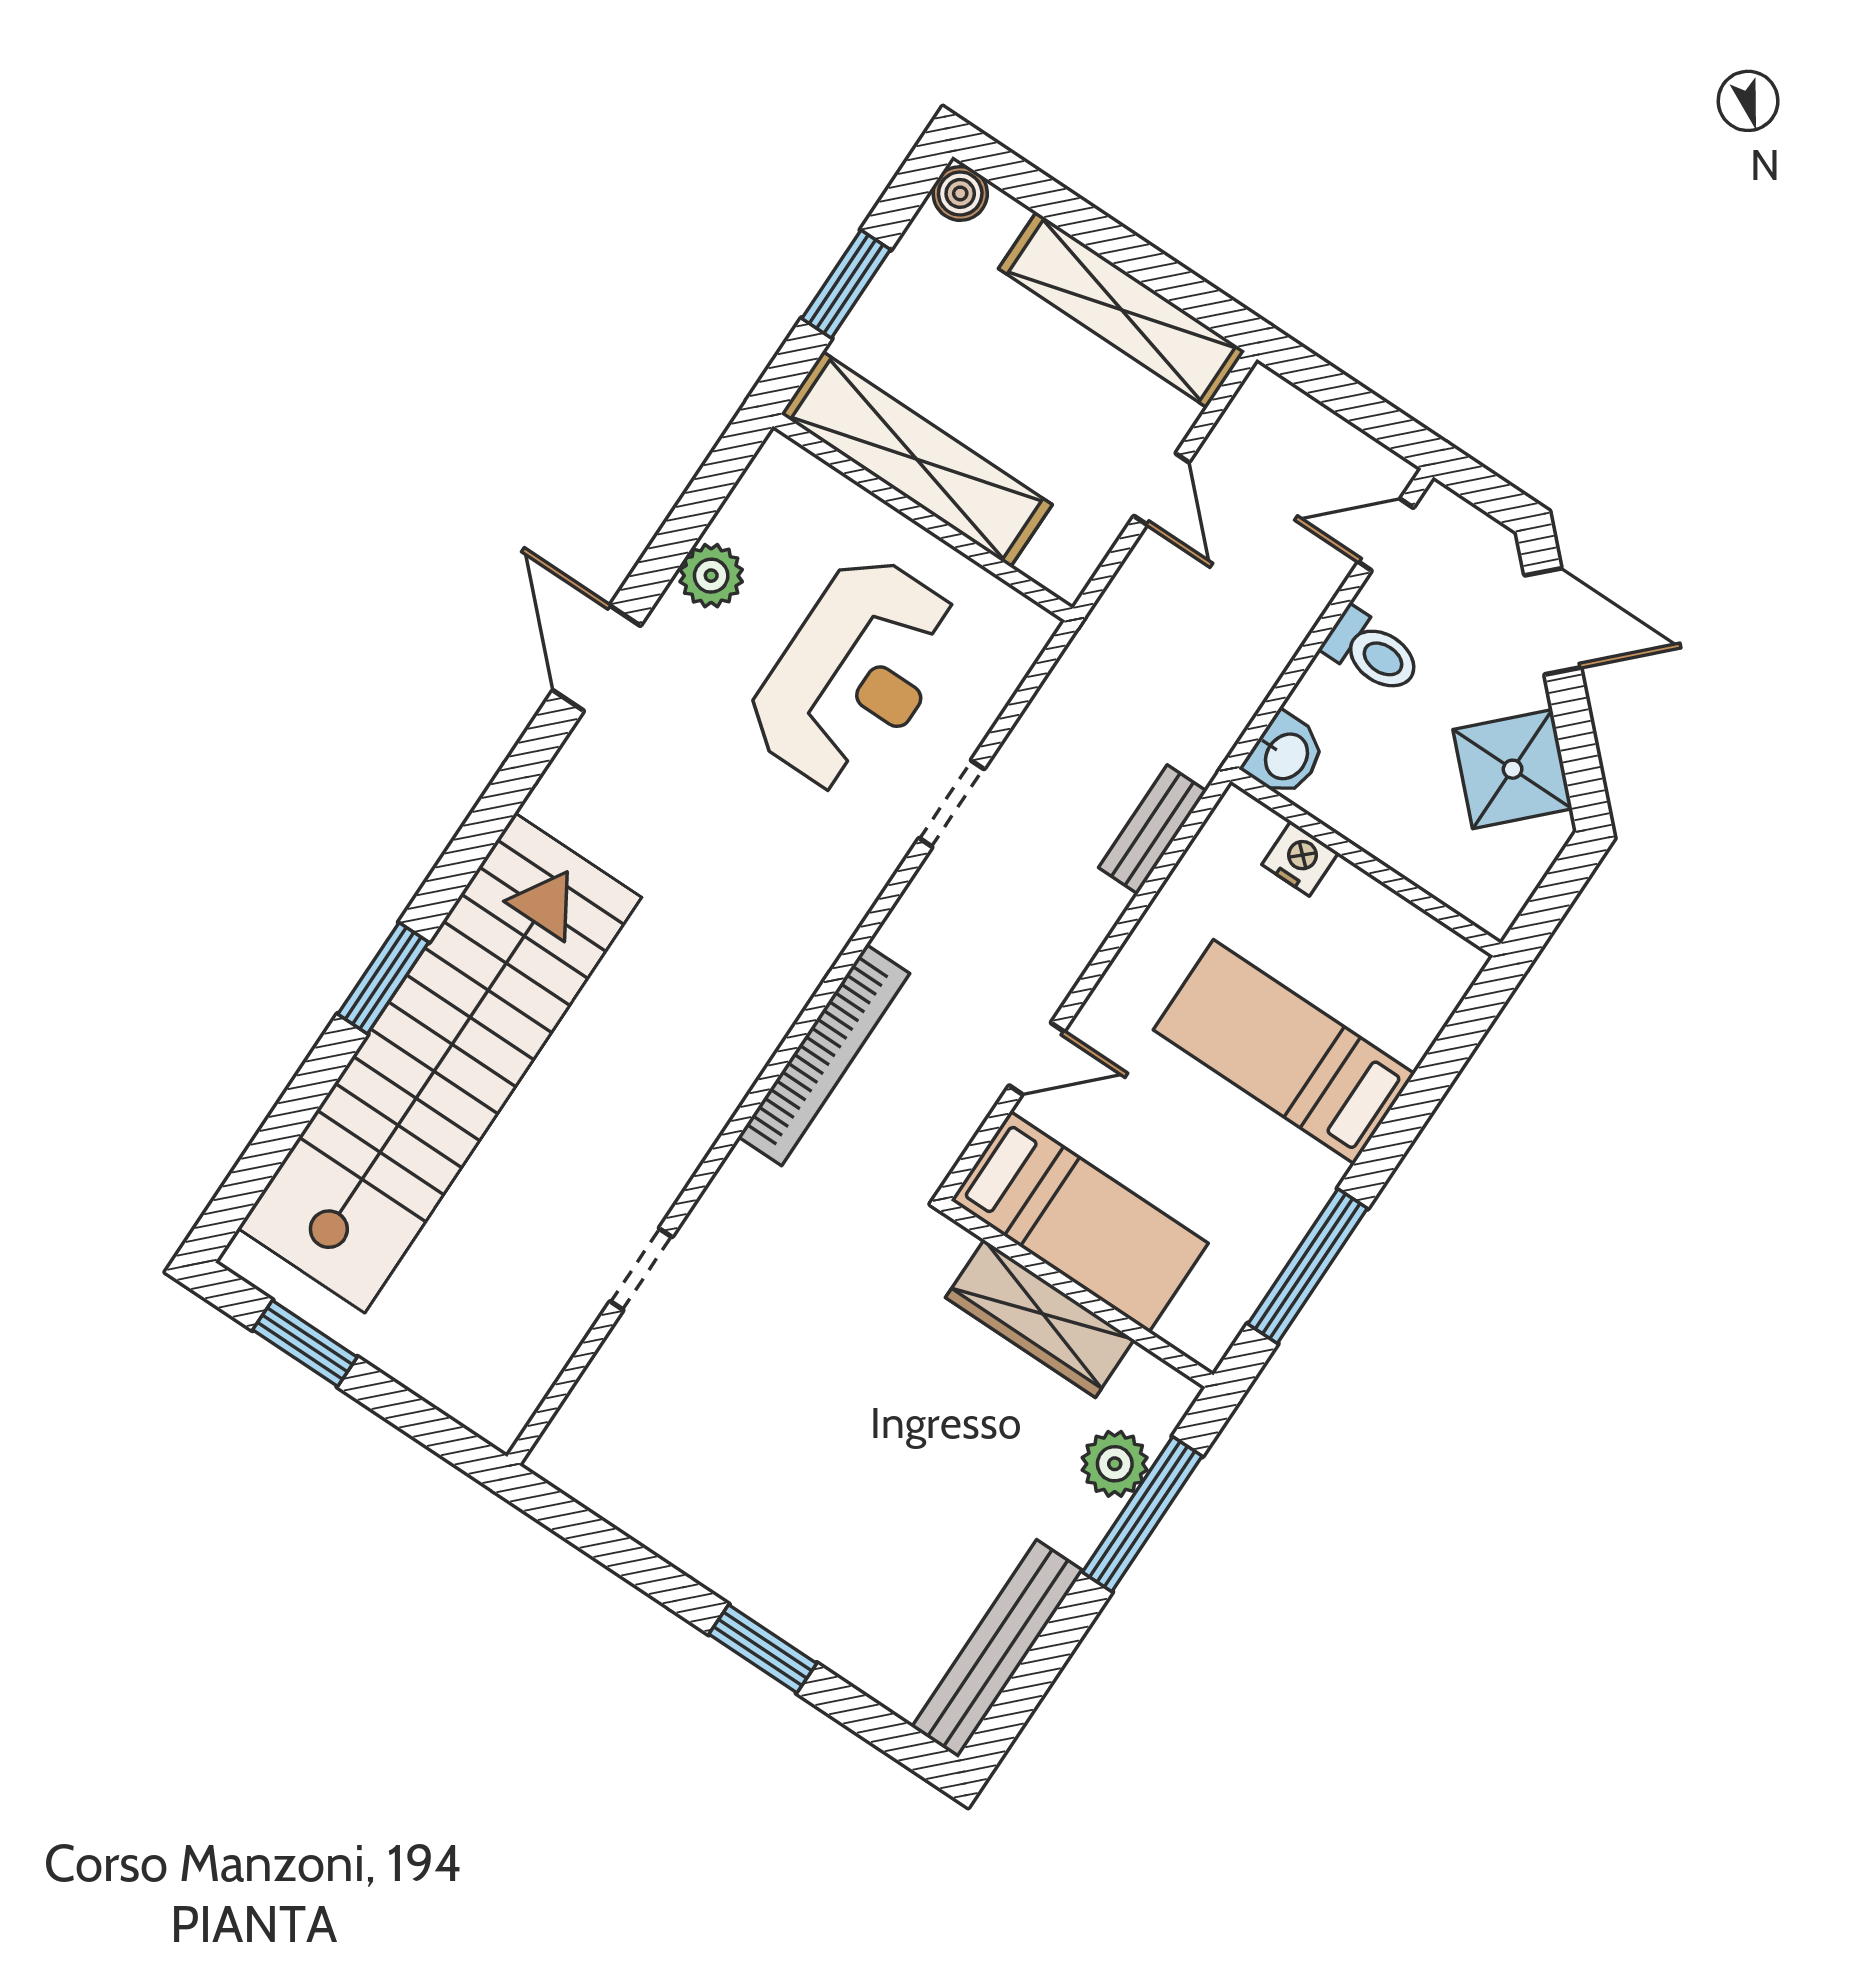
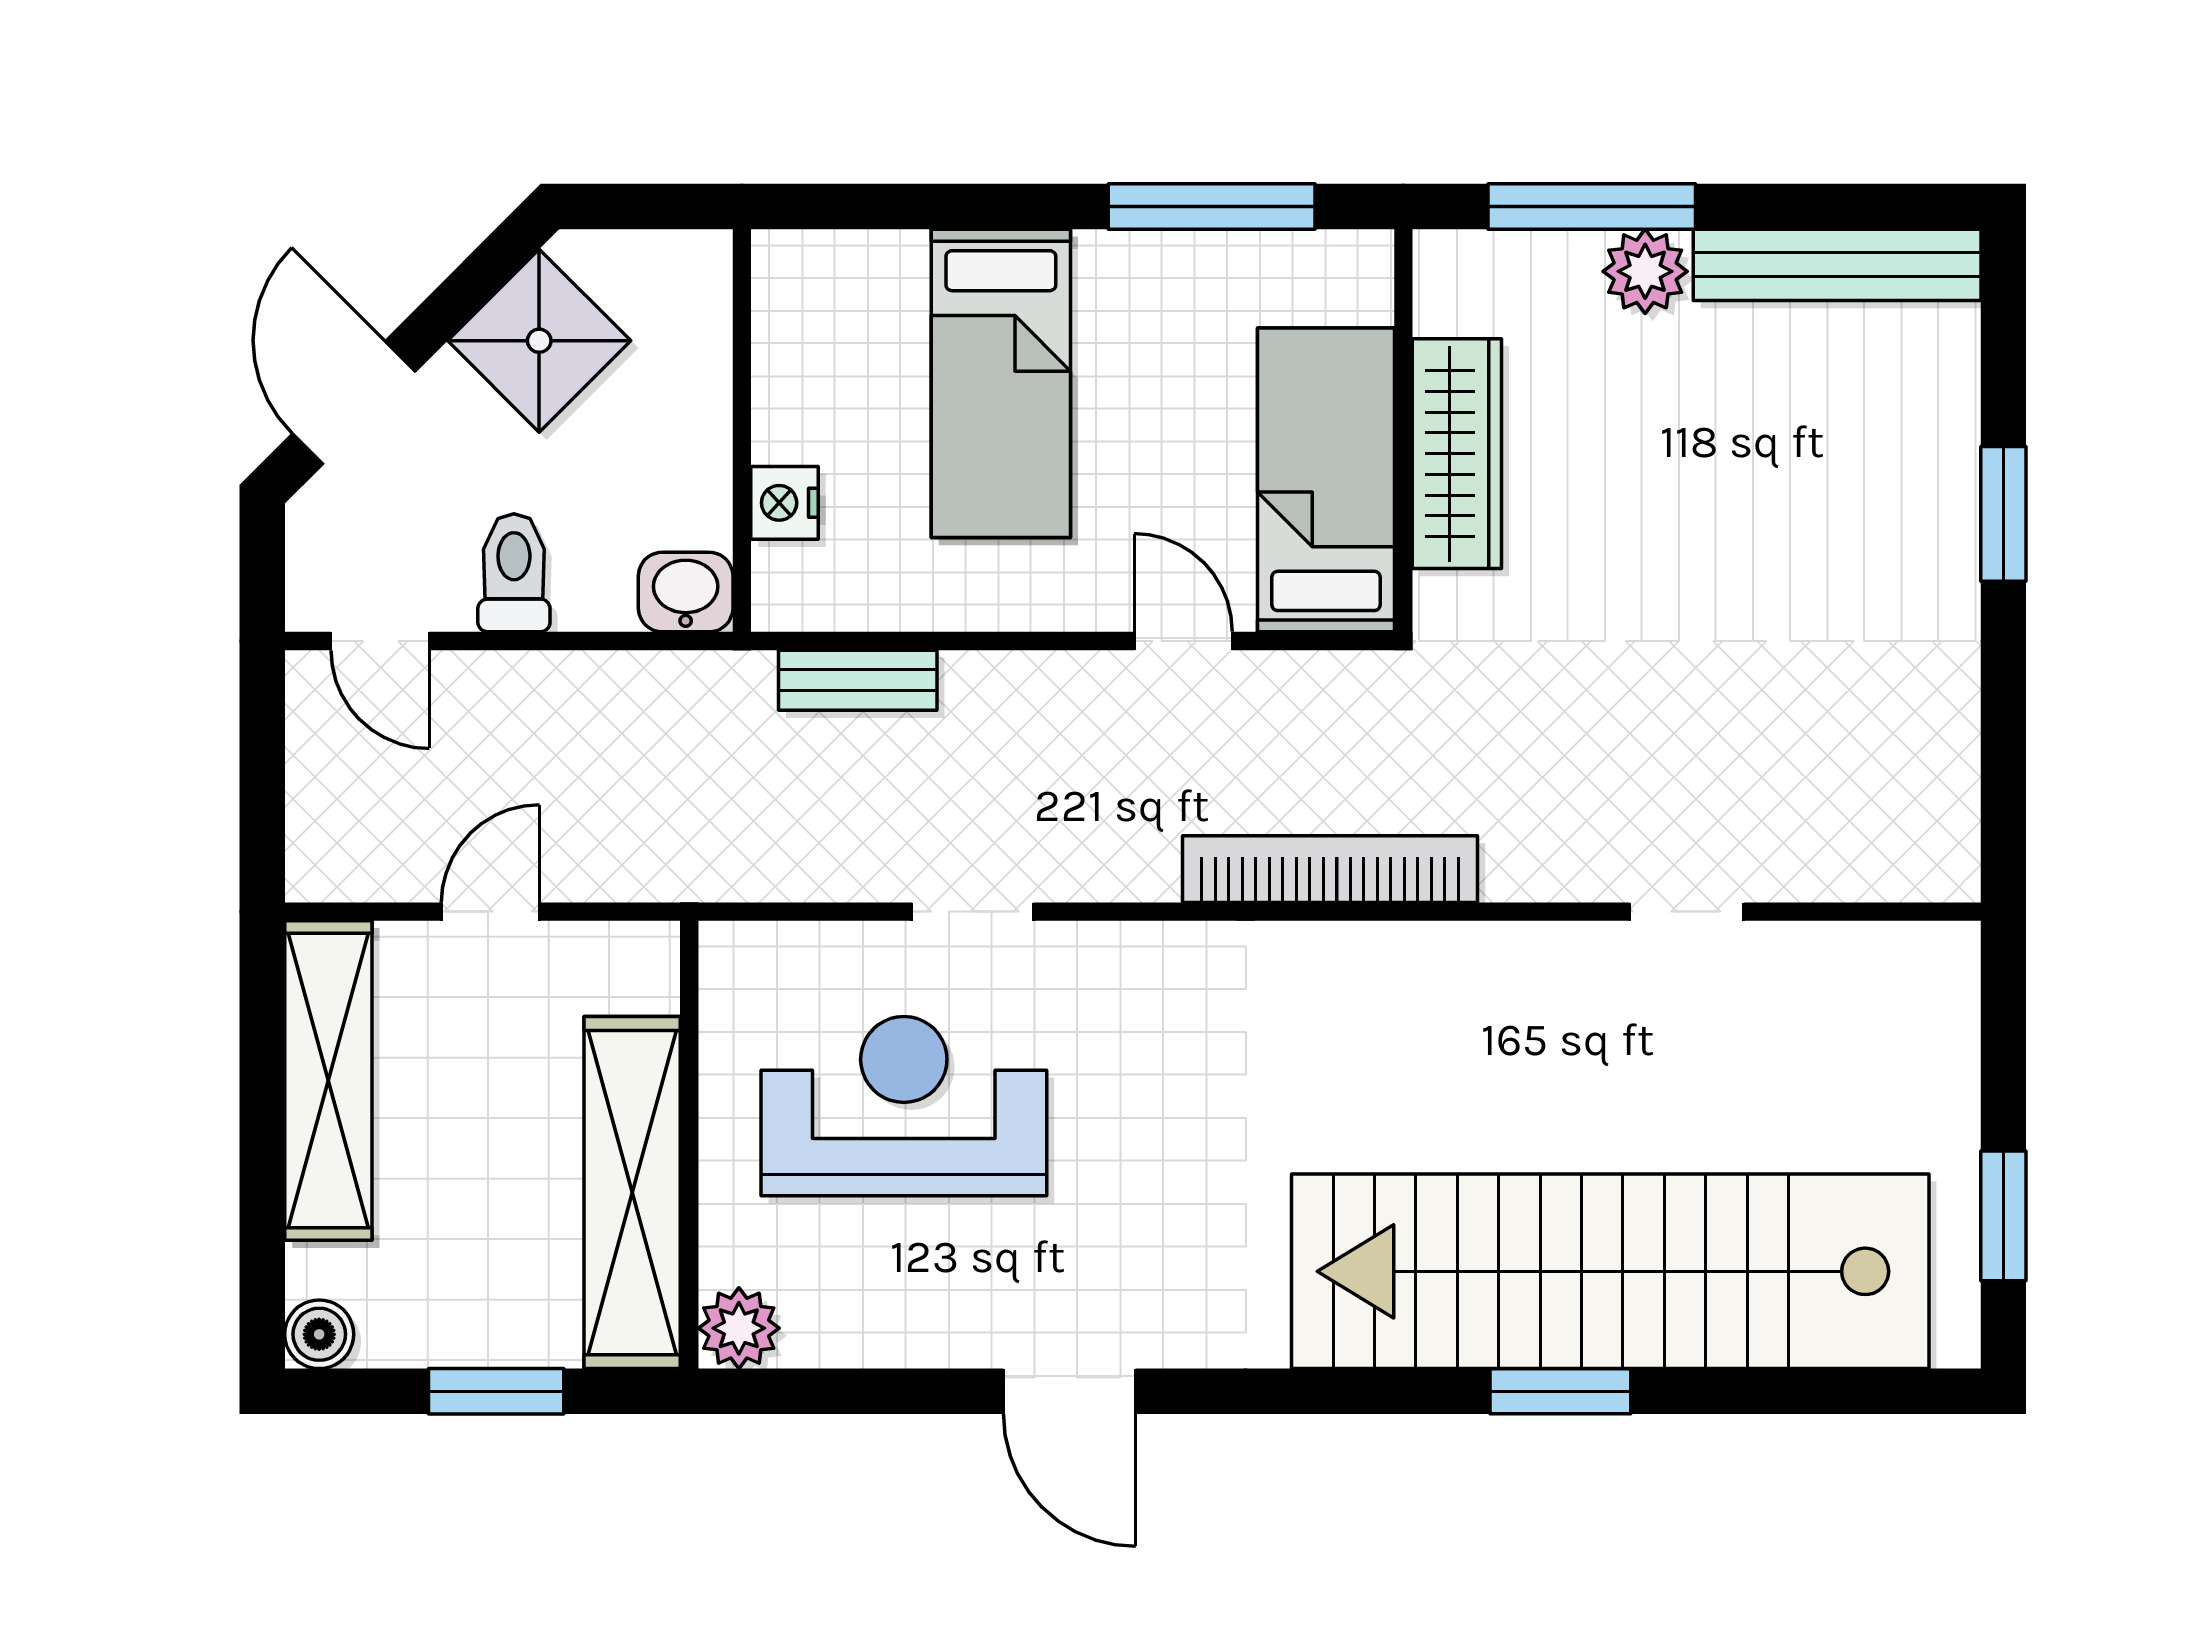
plant: (711, 576) -> (739, 1328), moved
door: (597, 658) -> (1070, 1391), hinge flipped
plant: (1115, 1464) -> (1645, 271), moved

